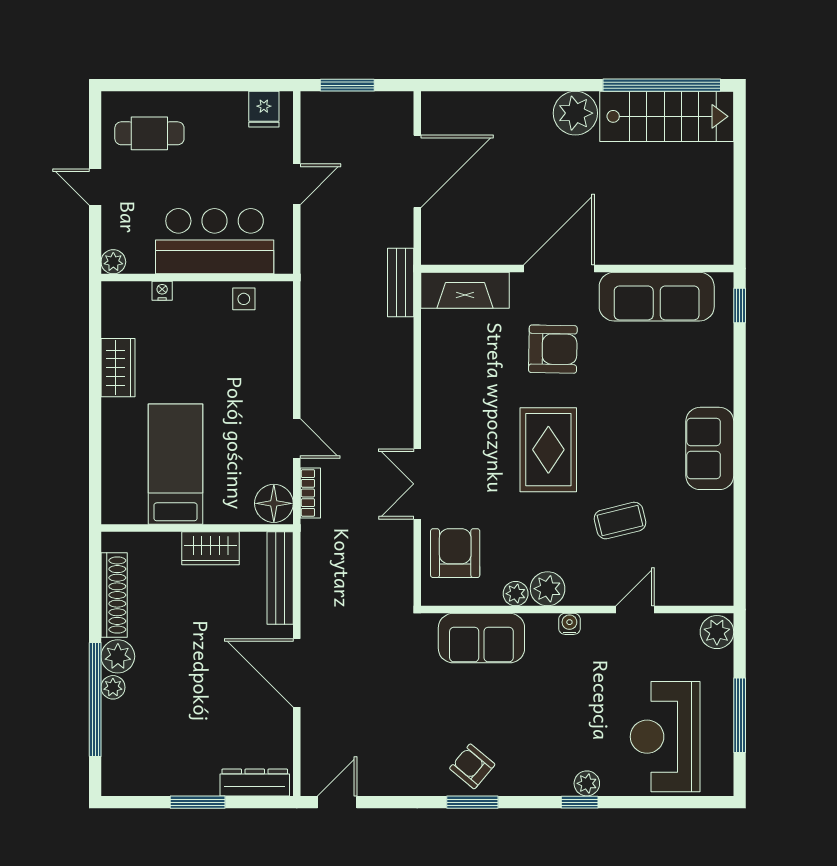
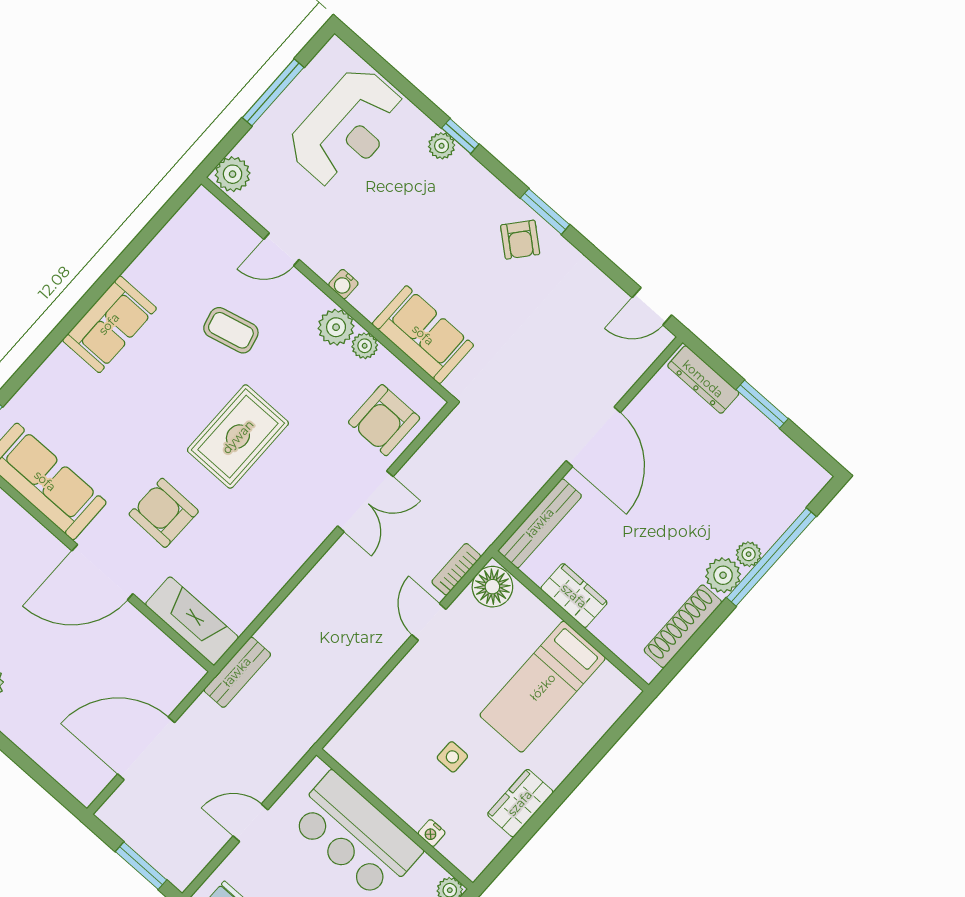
side table: (244, 299) -> (452, 757), moved

